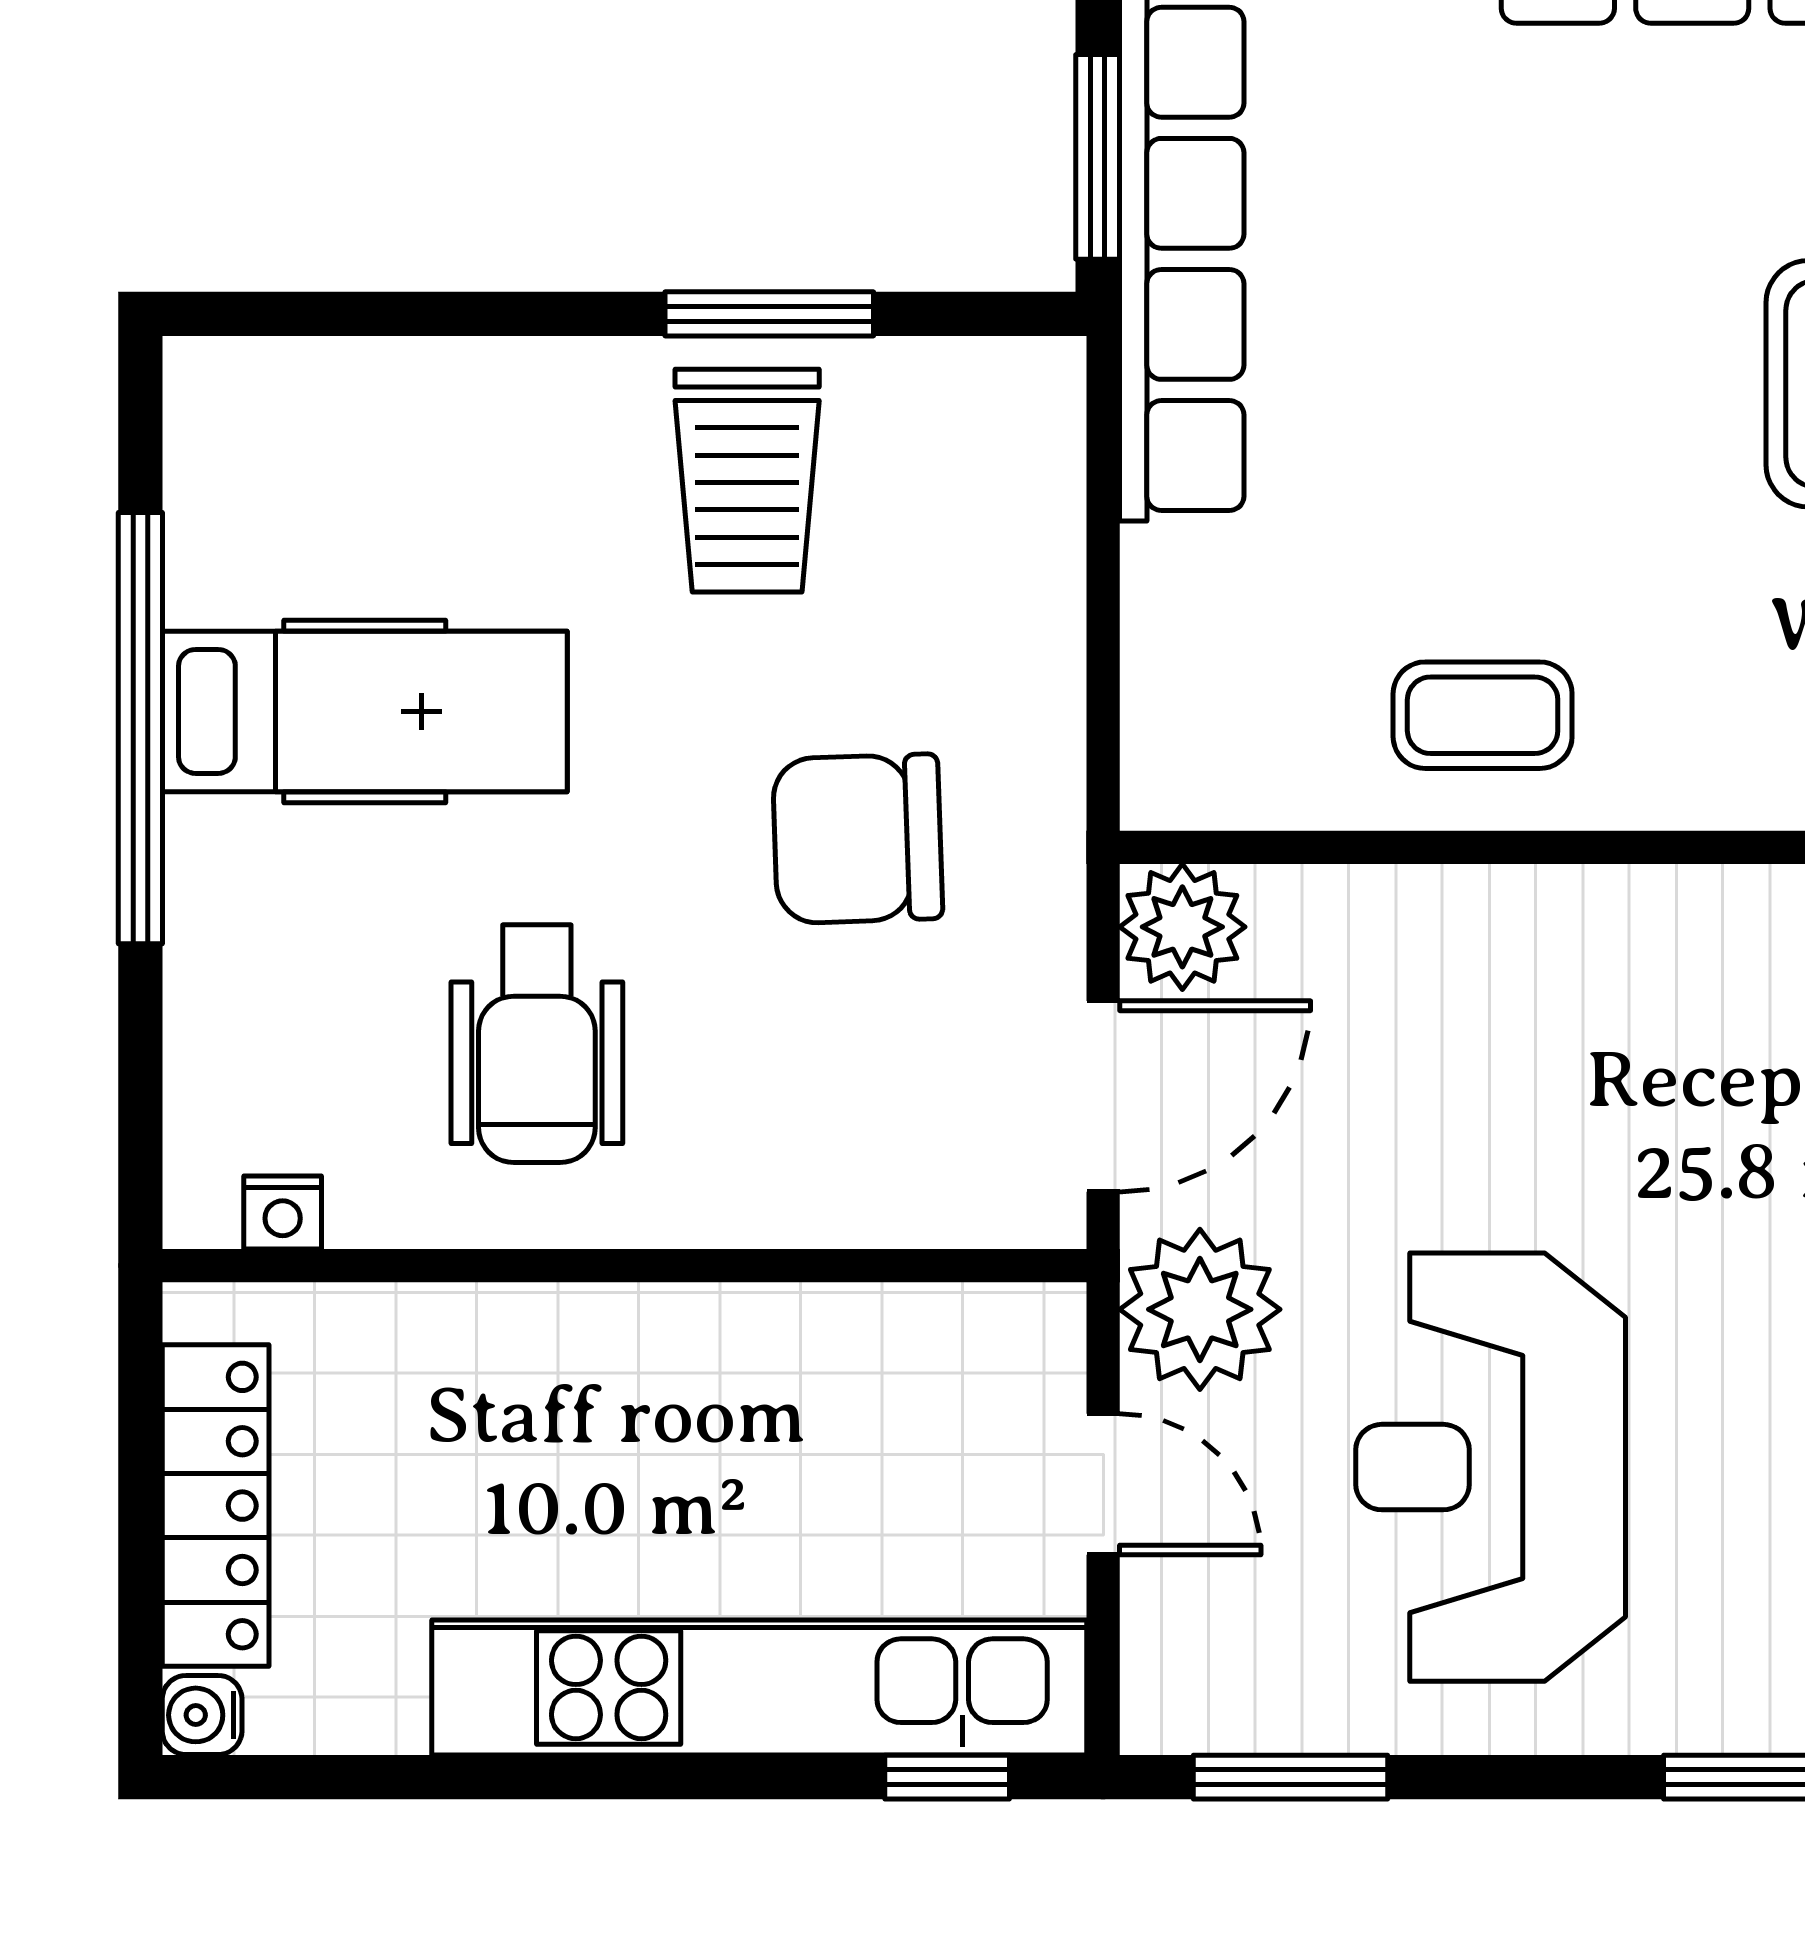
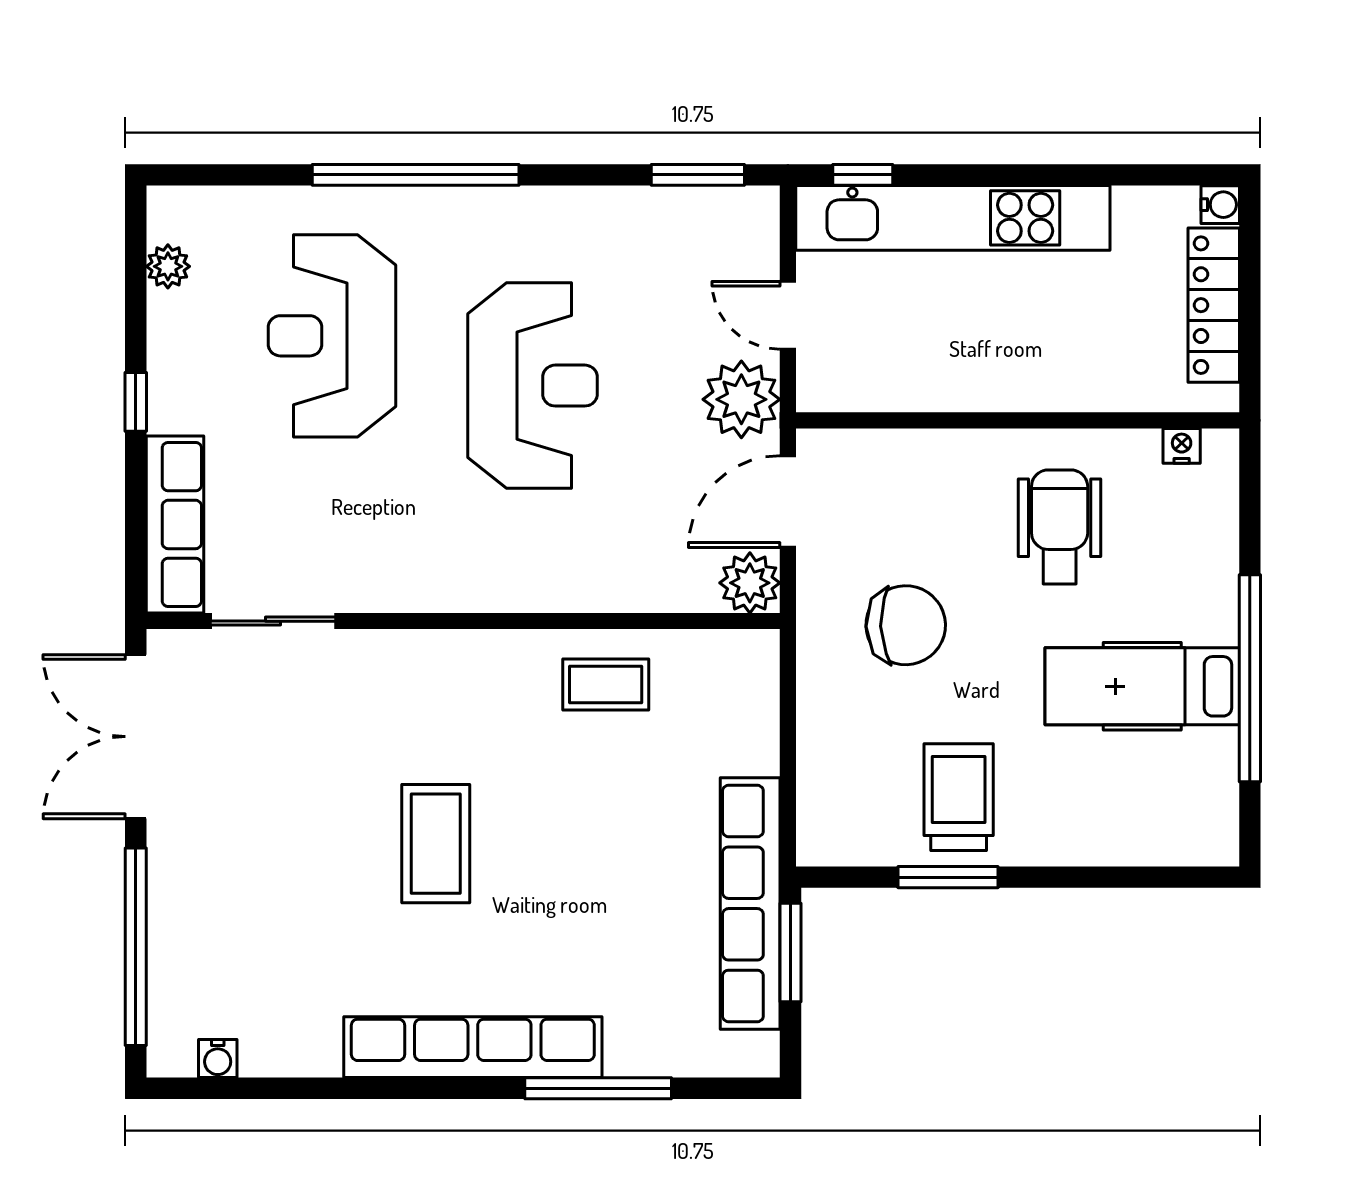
reception desk: (1491, 1467) -> (532, 386), moved

